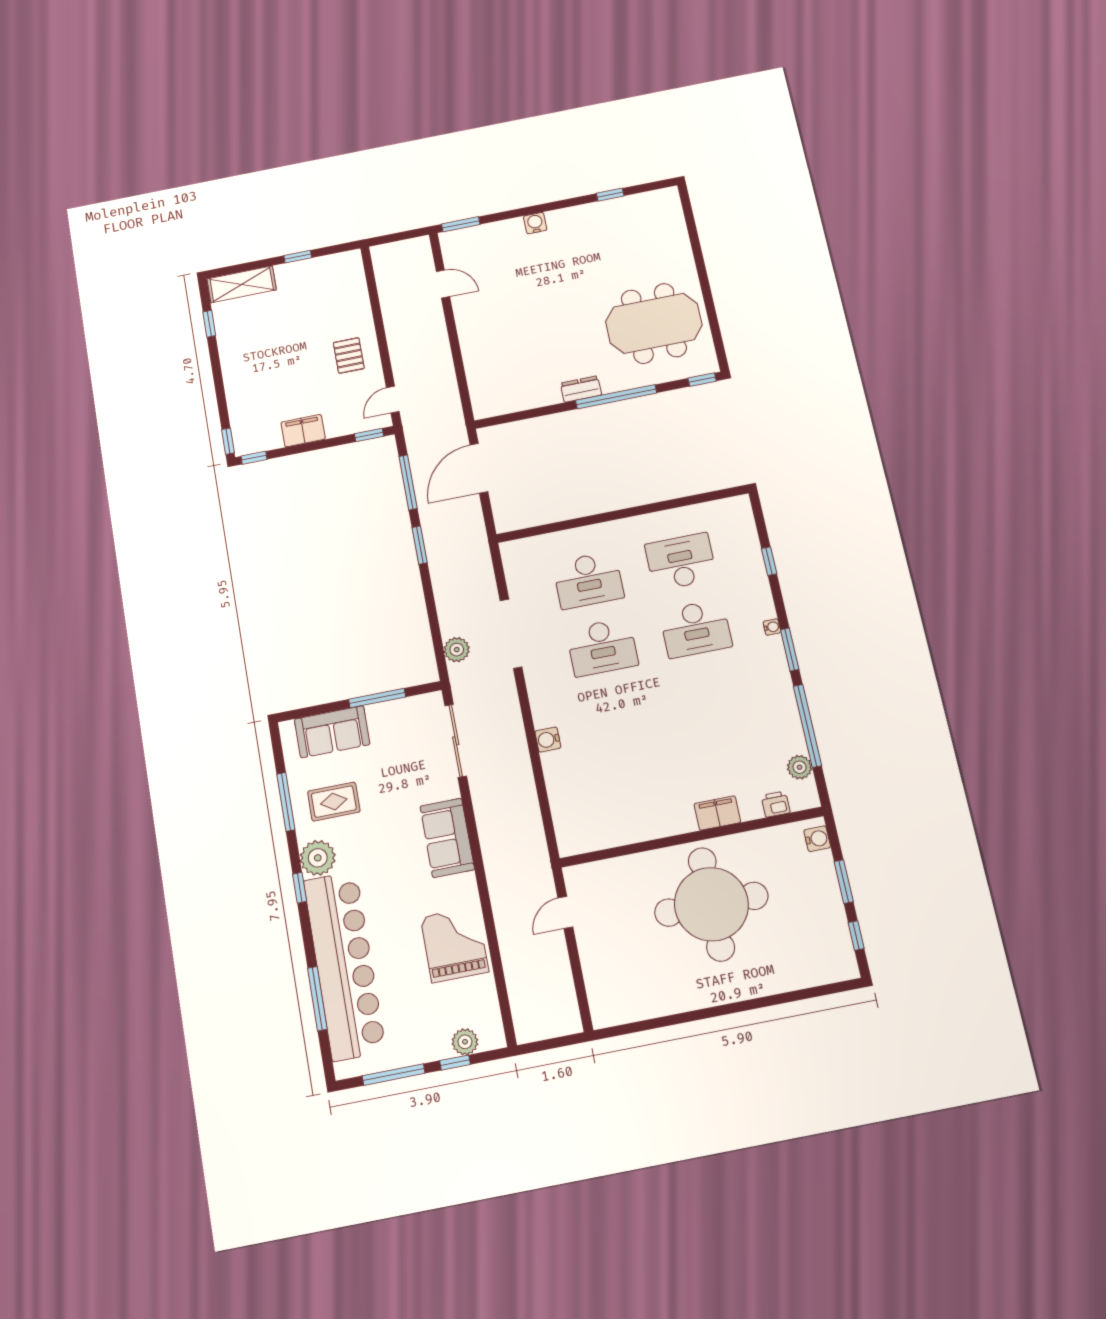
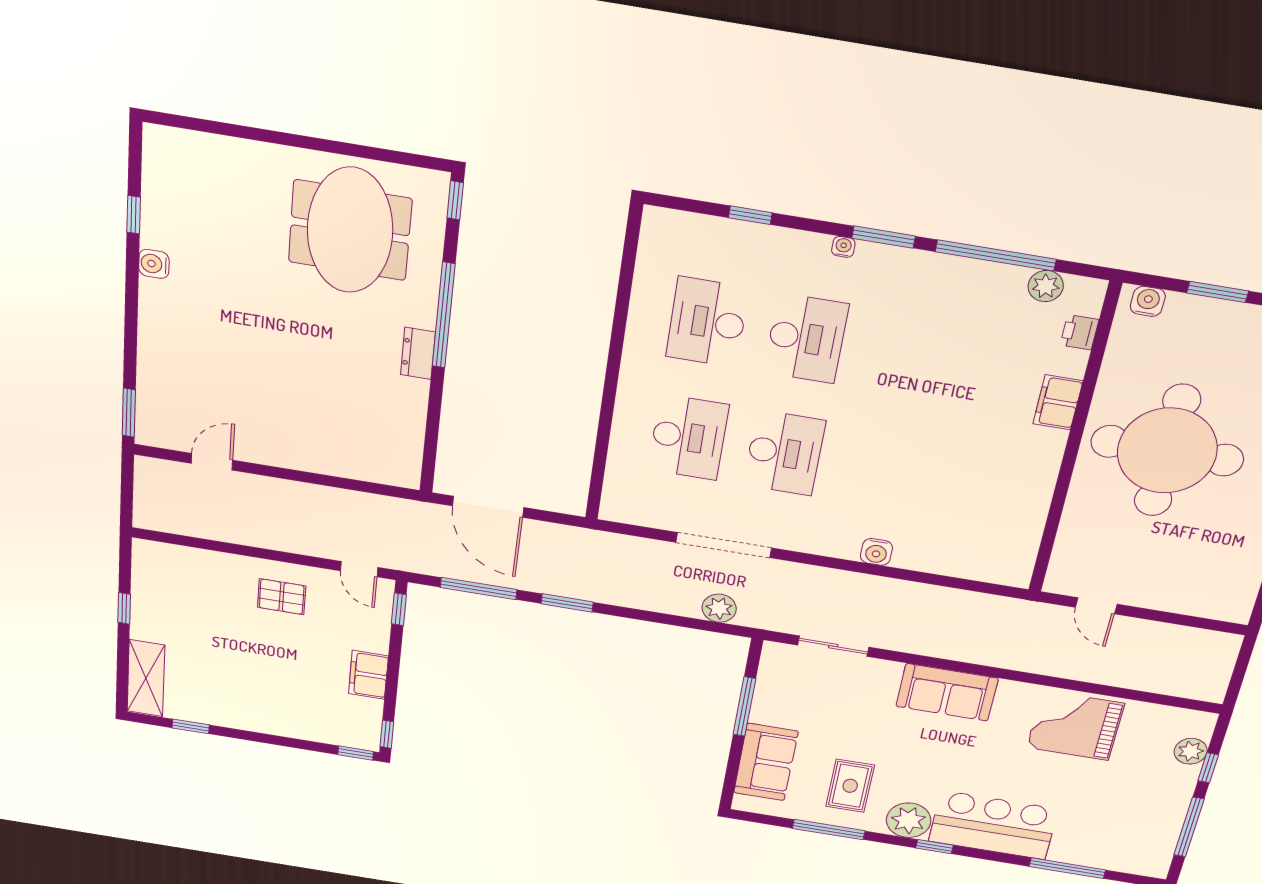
water cooler: (535, 223) -> (154, 264), moved
sliding door: (456, 741) -> (833, 646), width x0.73
bar counter: (344, 965) -> (993, 825), width x0.54

